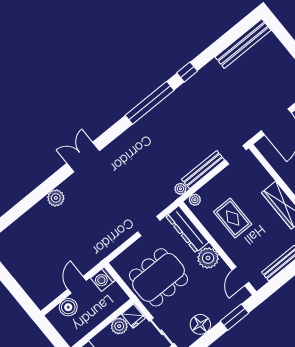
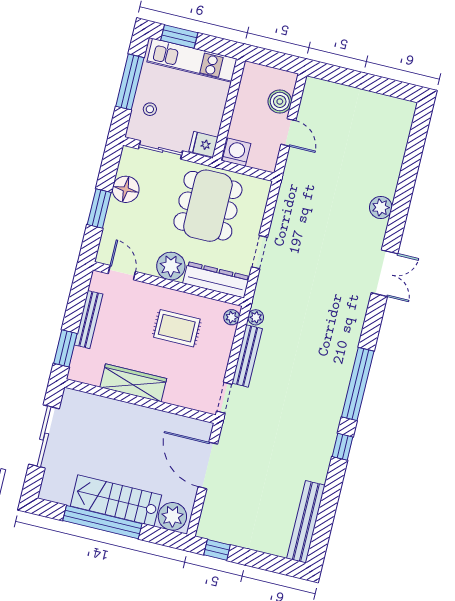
washing machine: (103, 279) -> (237, 152), moved
window: (234, 317) -> (99, 209), moved
plant: (119, 326) -> (210, 122), removed

